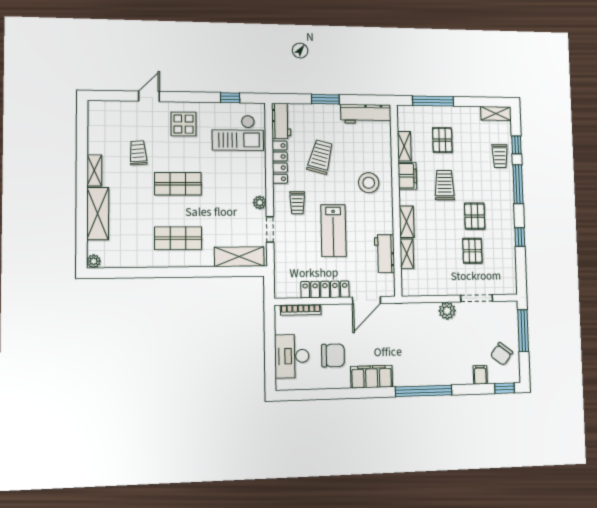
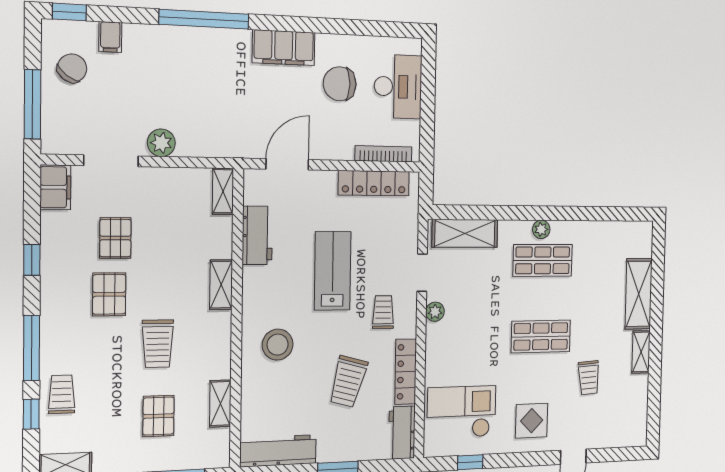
filing cabinet: (407, 176) -> (55, 187), moved, turned 180
shelving: (407, 254) -> (223, 191), moved
plant: (94, 261) -> (541, 229), moved
locker: (325, 289) -> (374, 183), moved

